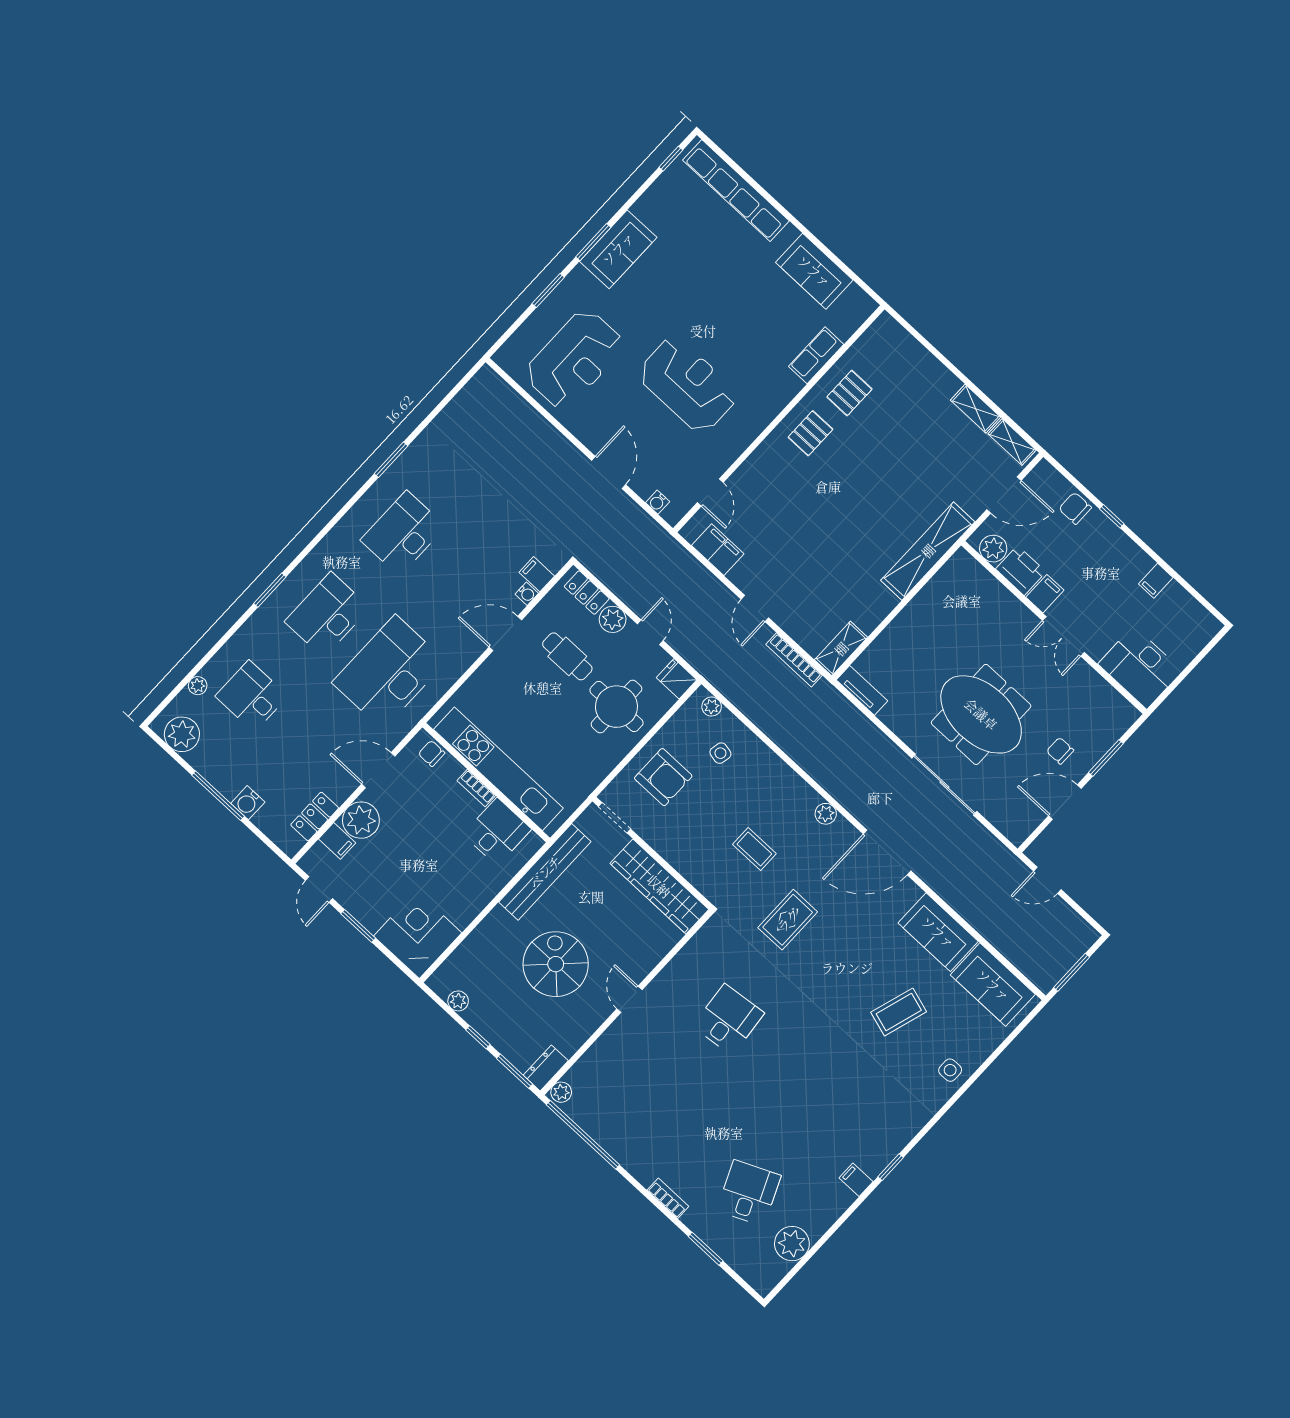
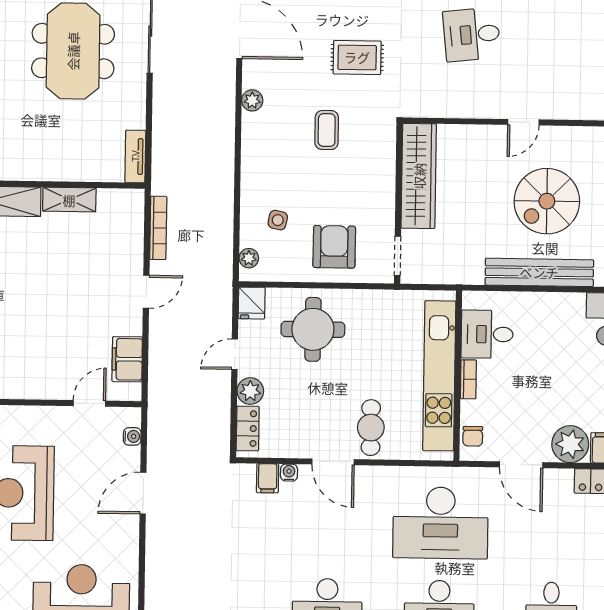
shelving: (841, 649) -> (69, 200), moved
cafe table: (567, 656) -> (371, 428), moved
bench: (545, 872) -> (539, 272), moved

